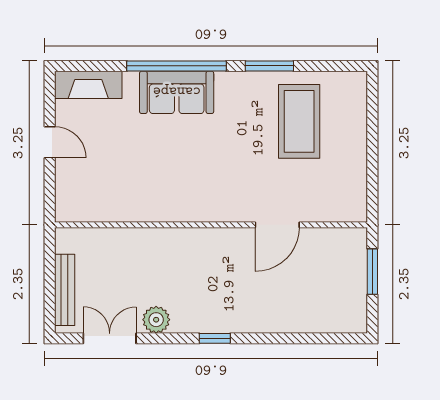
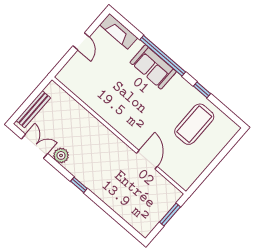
window: (269, 66) -> (202, 90), width x0.67
door: (277, 225) -> (147, 160), swing flipped

